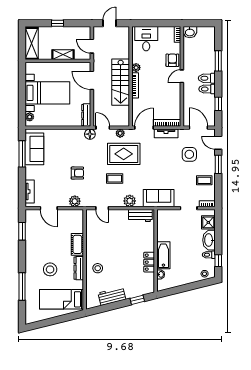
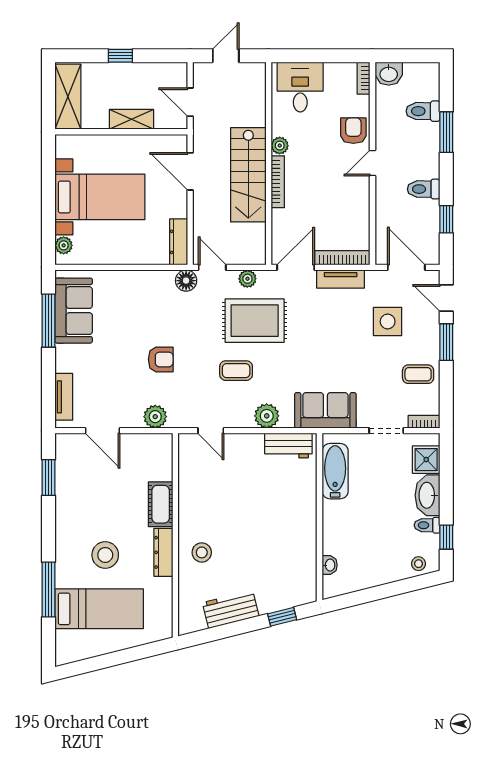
toilet: (207, 78) -> (423, 111), moved
bathtub: (163, 255) -> (335, 471), moved
locker: (149, 262) -> (306, 540), removed
bed: (62, 299) -> (99, 609), moved, turned 180

